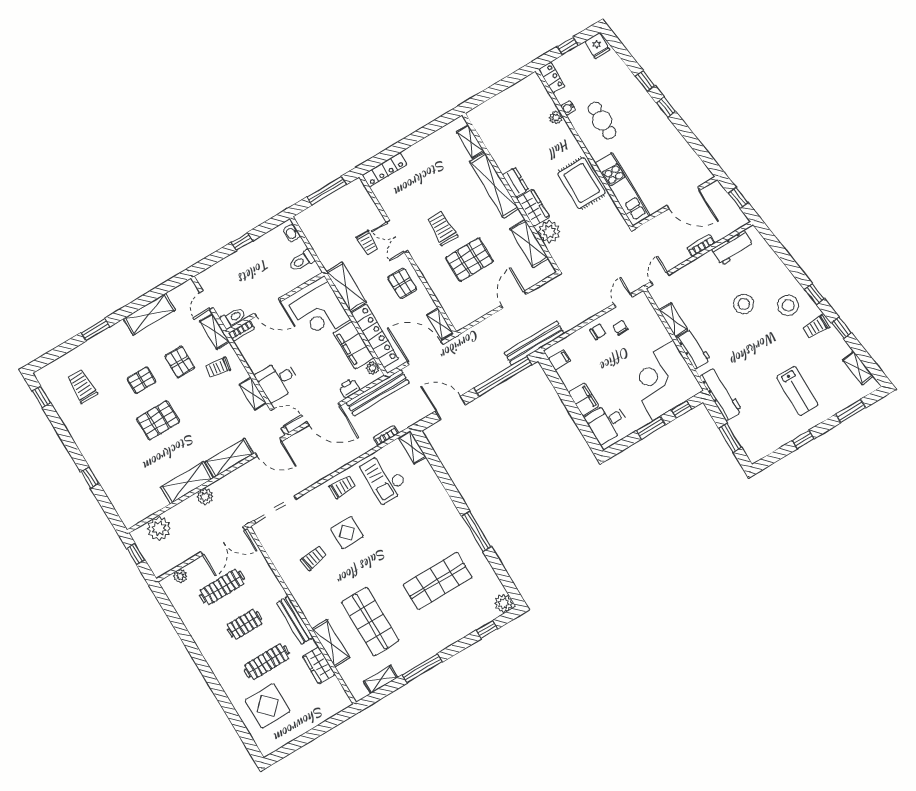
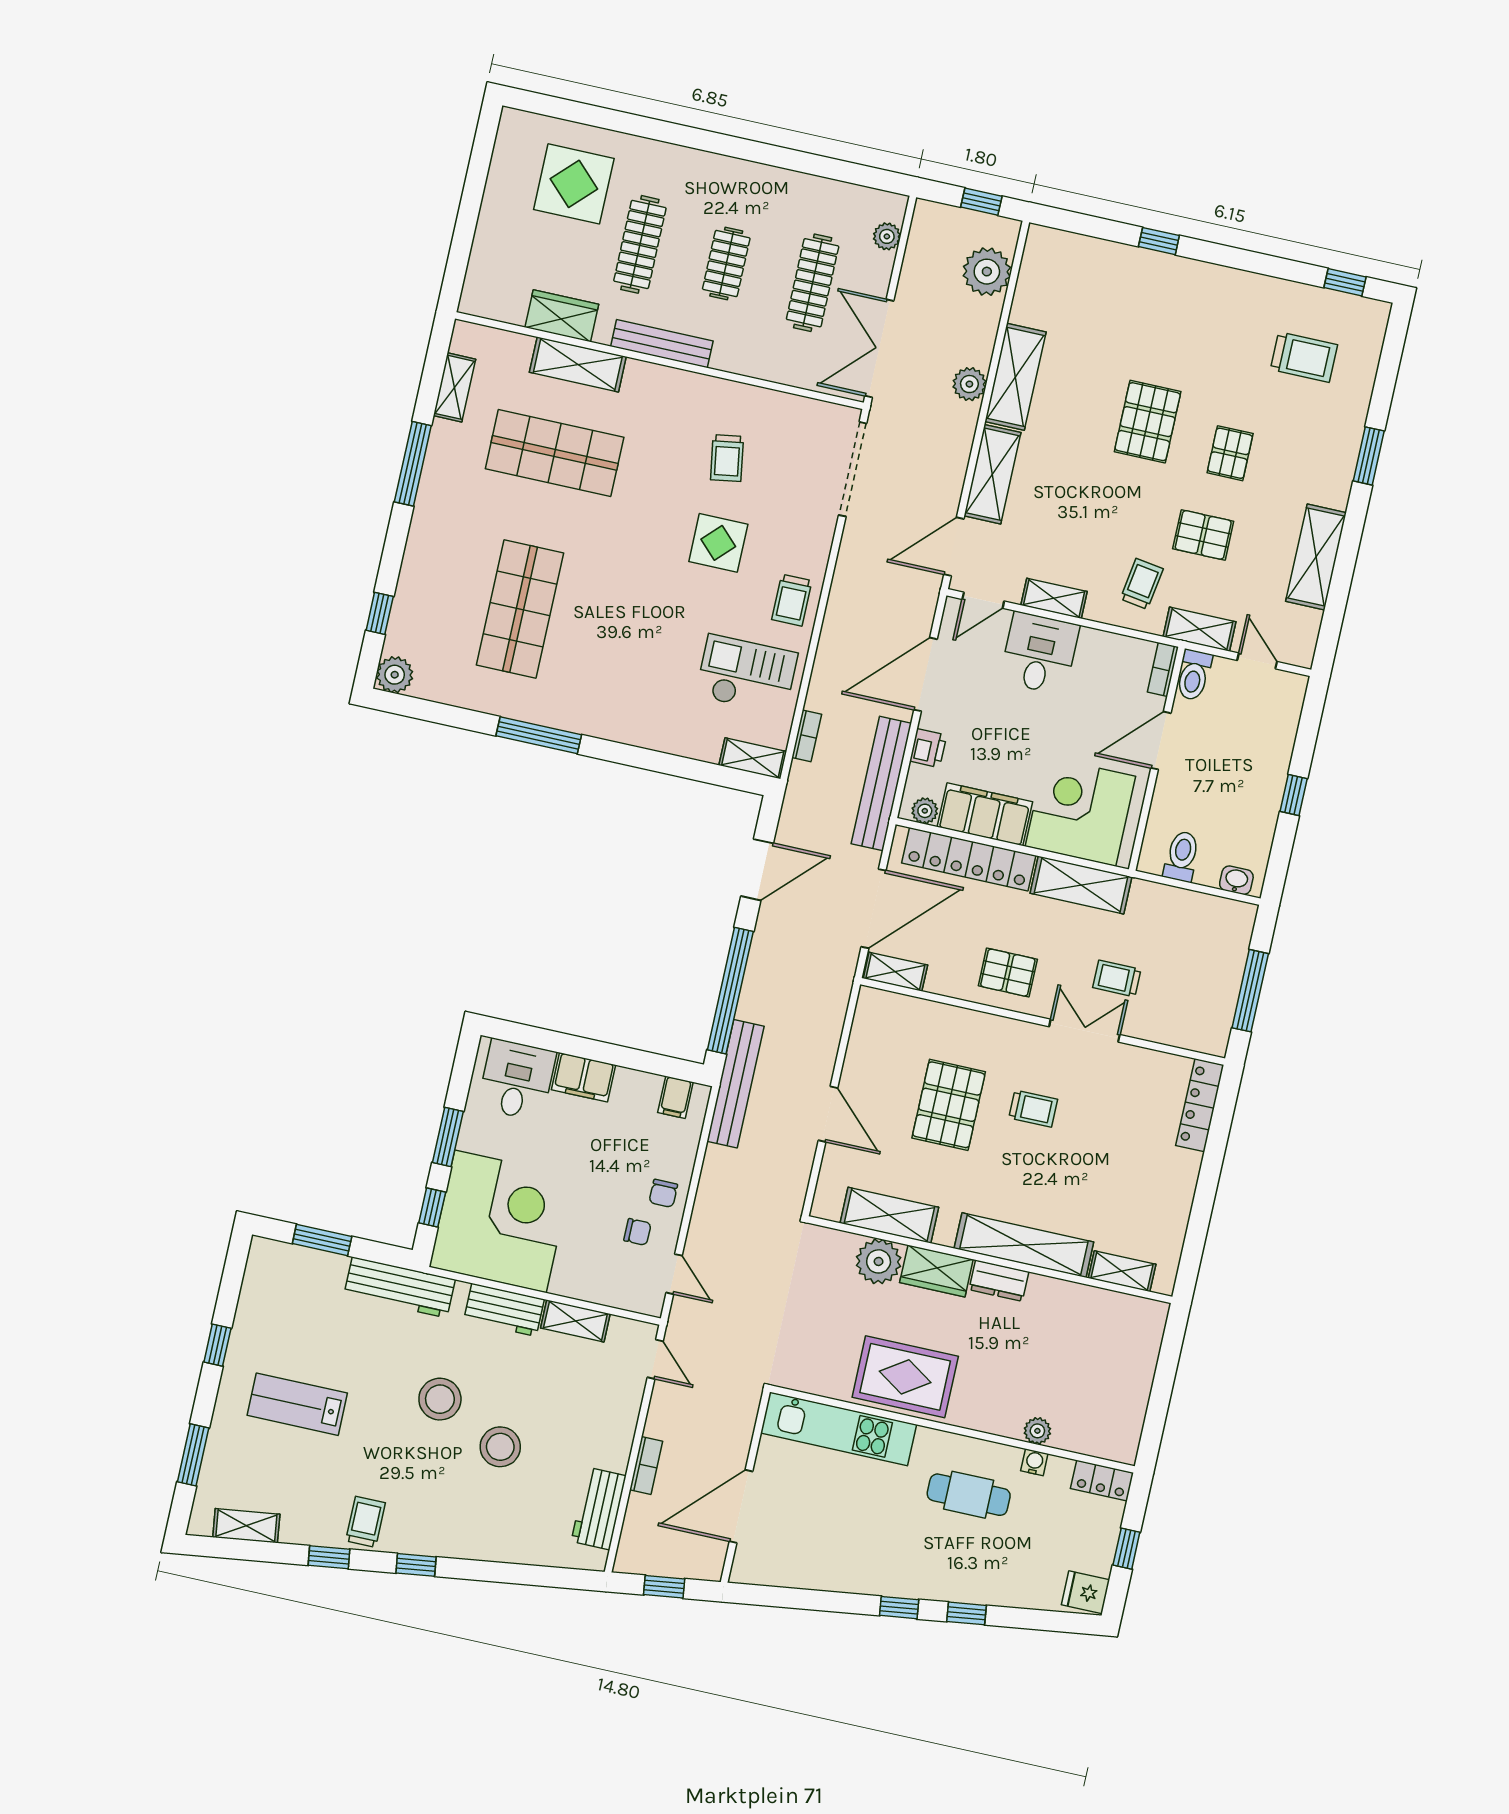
trolley: (442, 228) -> (1033, 1109), width x0.73, depth x0.72
stool: (788, 305) -> (440, 1399), moved

